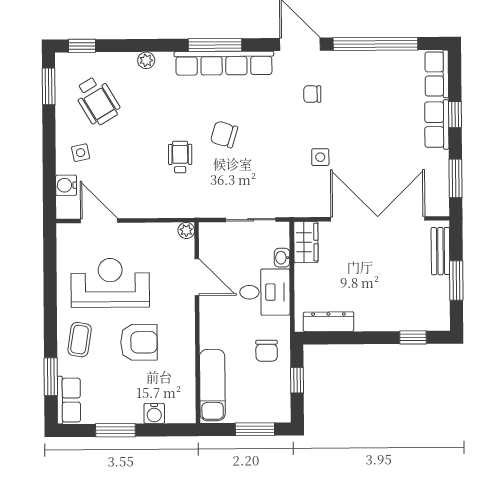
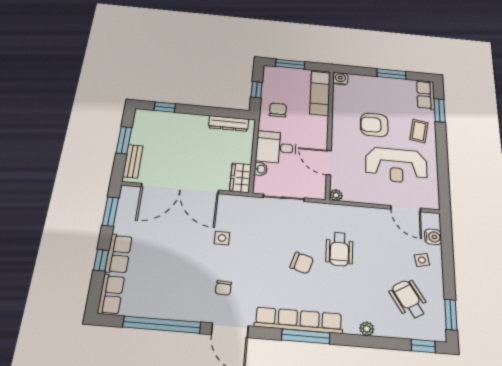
chair: (312, 94) -> (223, 288), turned 93
wheelchair: (180, 157) -> (339, 249), width x1.36, depth x1.37
water cooler: (154, 413) -> (340, 79), moved

